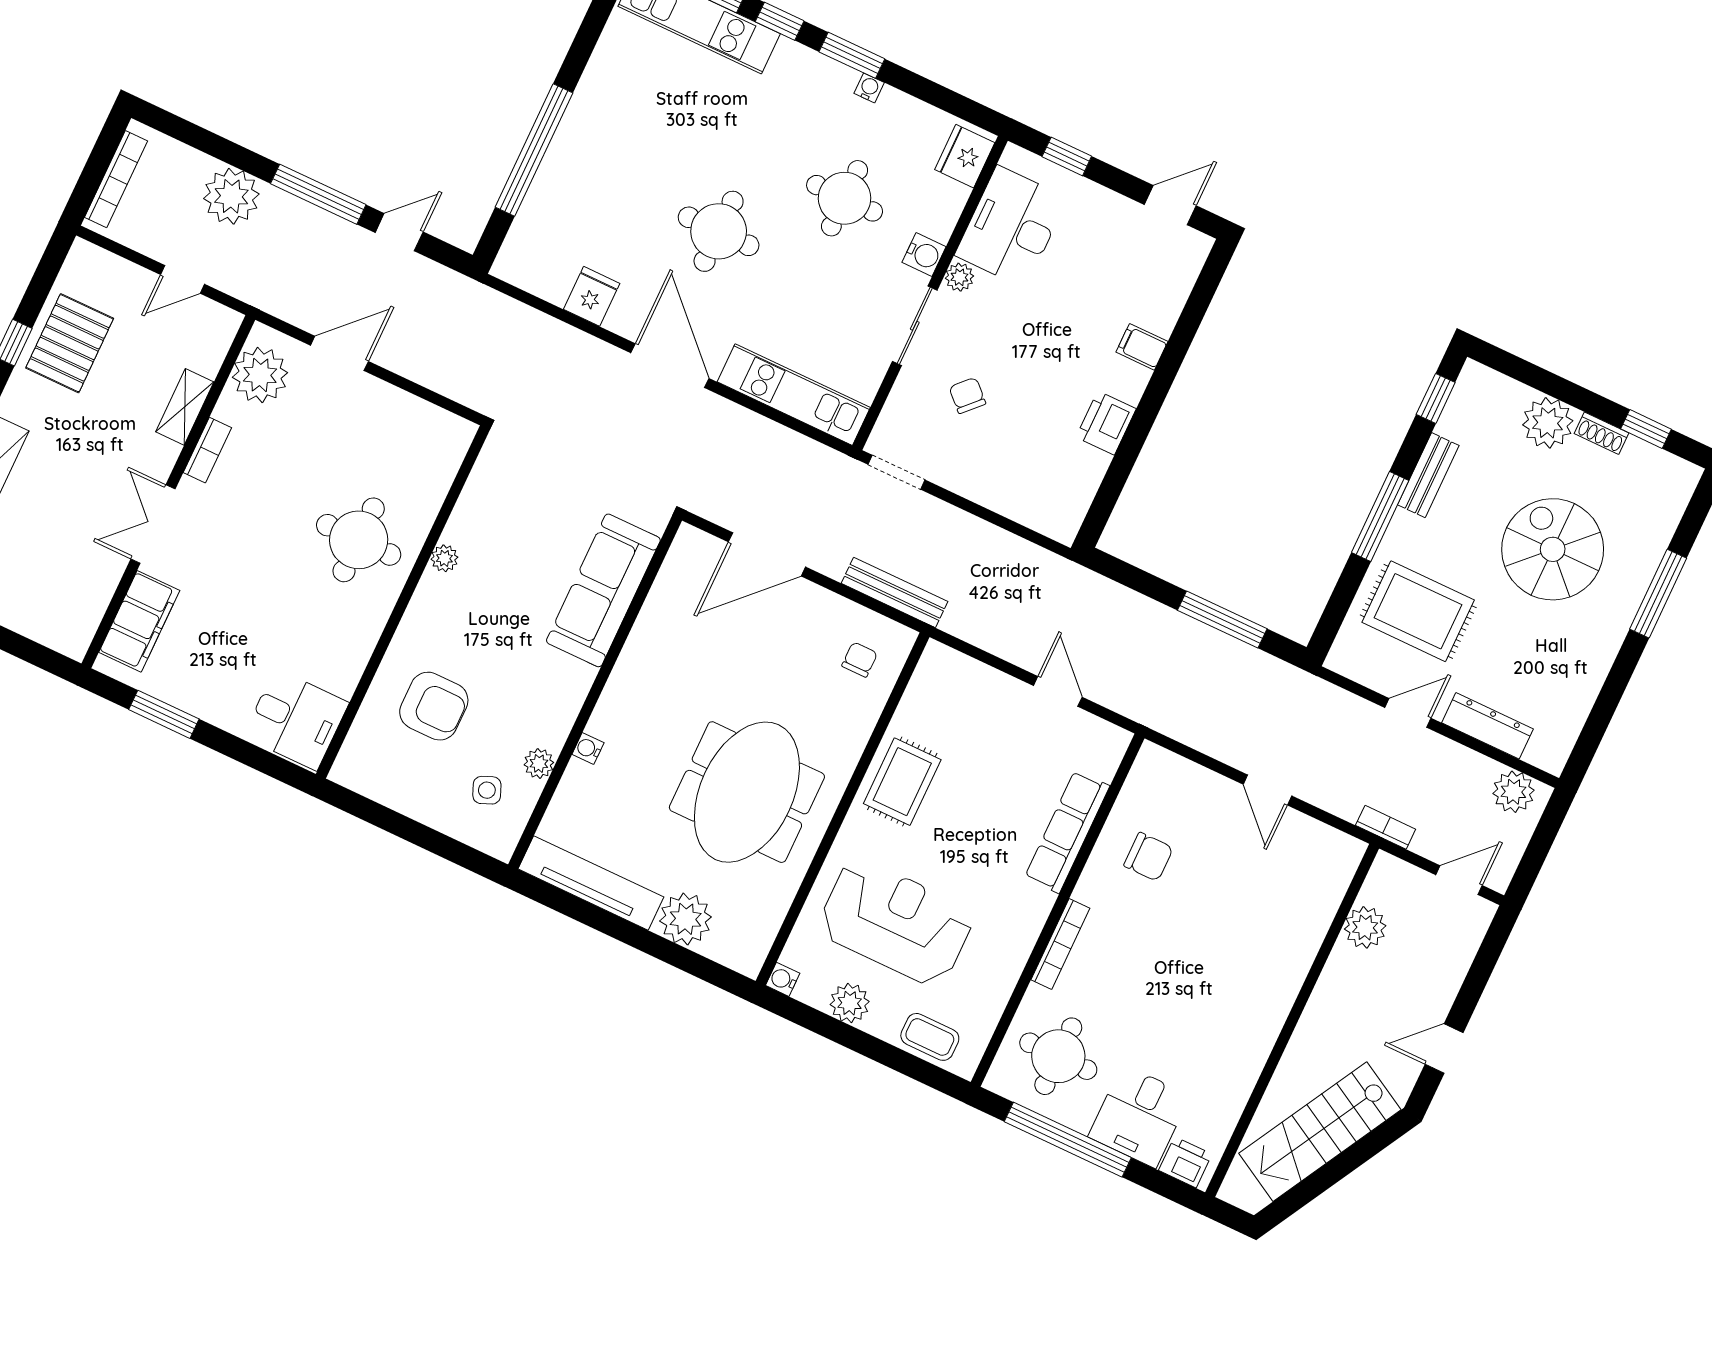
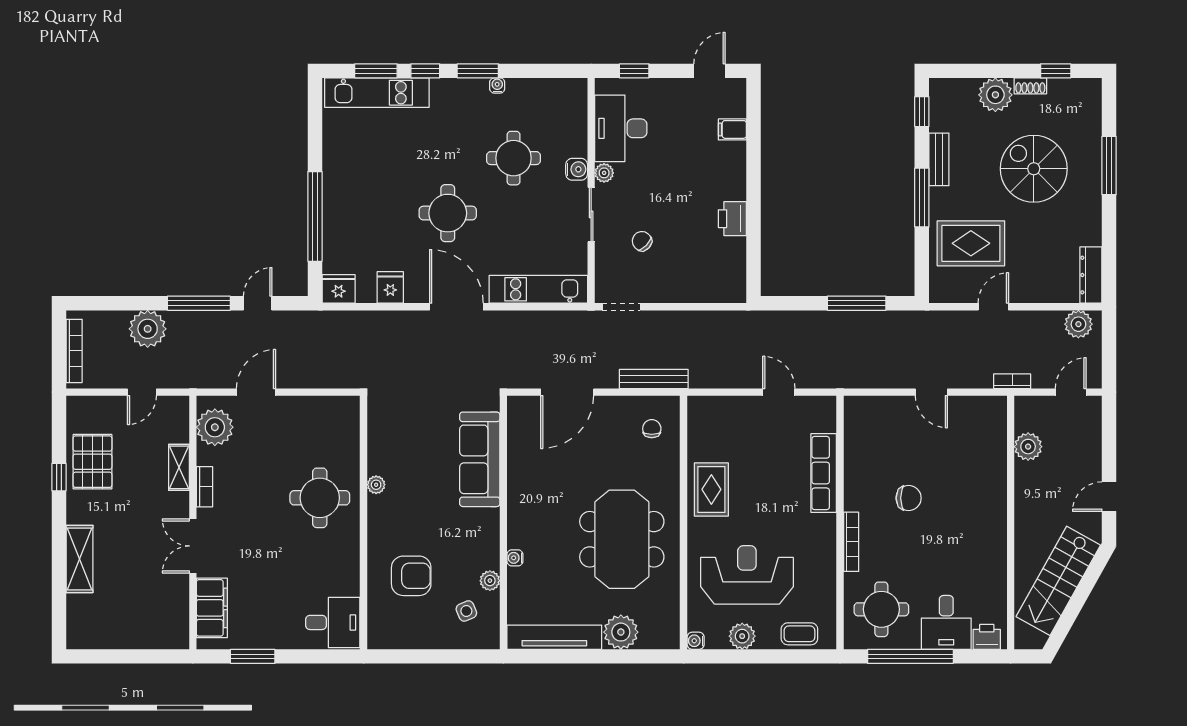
fridge: (965, 156) -> (339, 289), moved, turned 90
filing cabinet: (1142, 347) -> (732, 129), moved
dresser: (1488, 726) -> (1091, 275), moved, turned -90
chair: (1149, 857) -> (909, 498), moved

